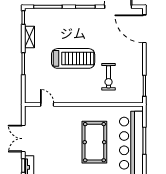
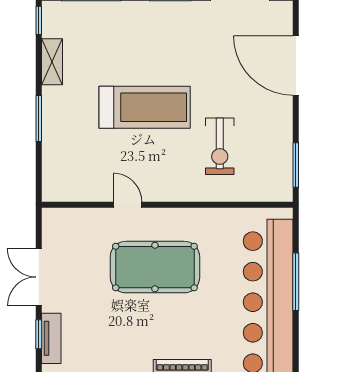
door: (144, 29) -> (296, 66), moved
door: (47, 104) -> (128, 205), moved
pool table: (94, 142) -> (155, 267), moved, turned 90

